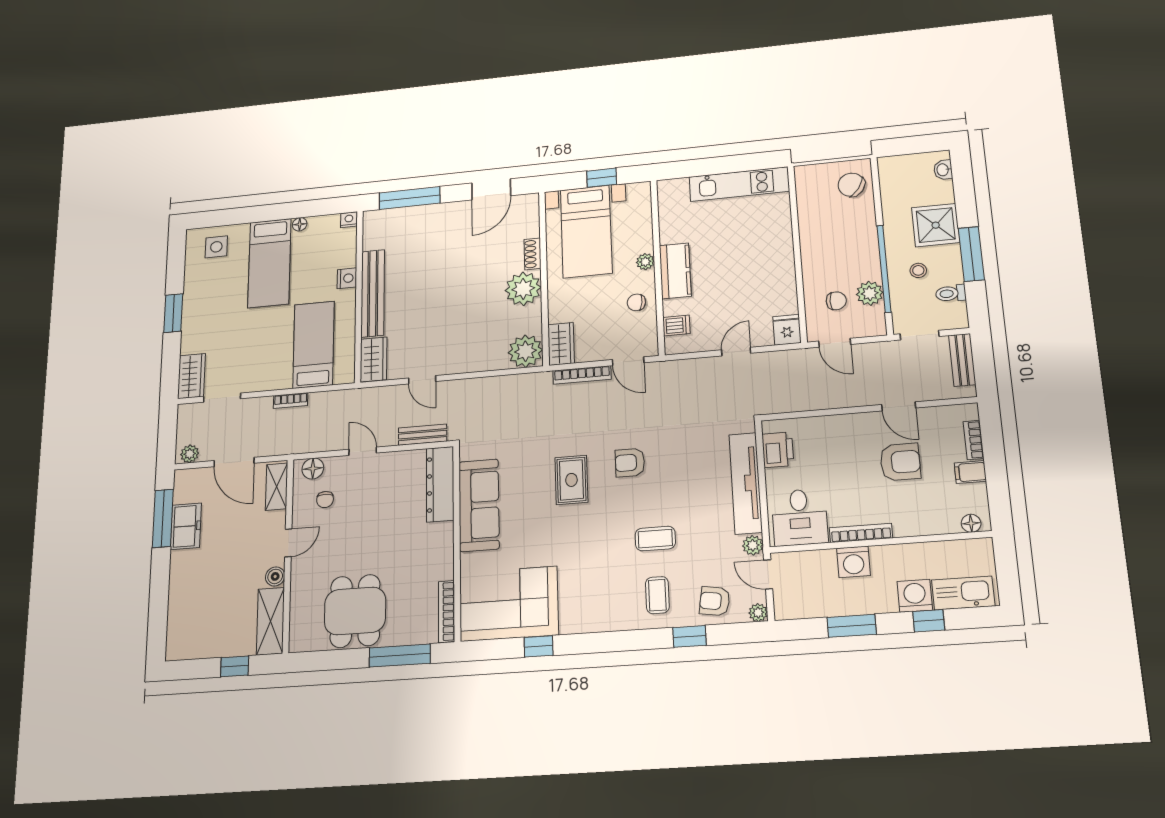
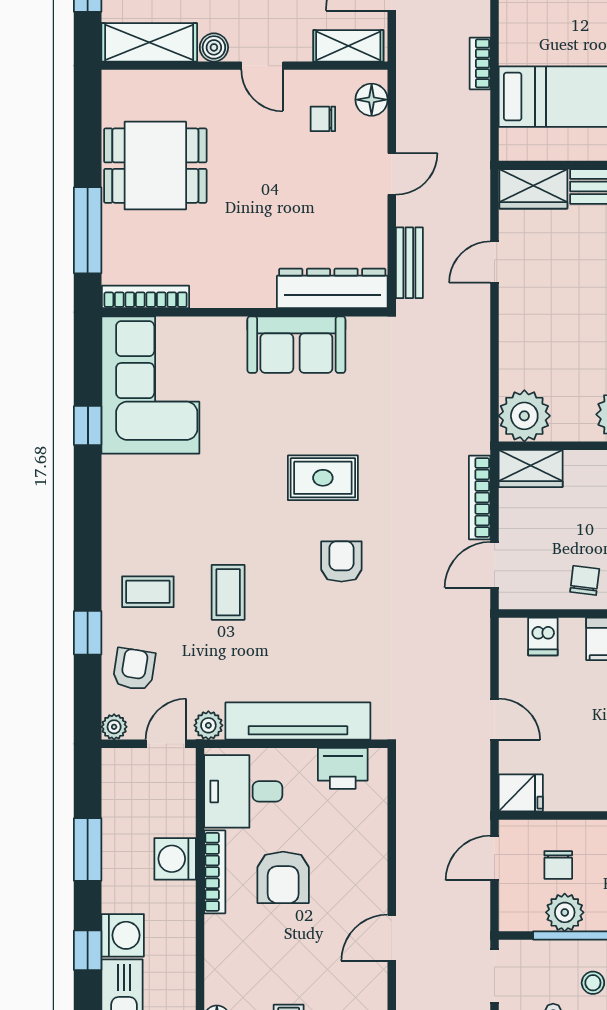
armchair: (900, 462) -> (283, 877), moved
sofa: (479, 505) -> (296, 345), width x0.73

